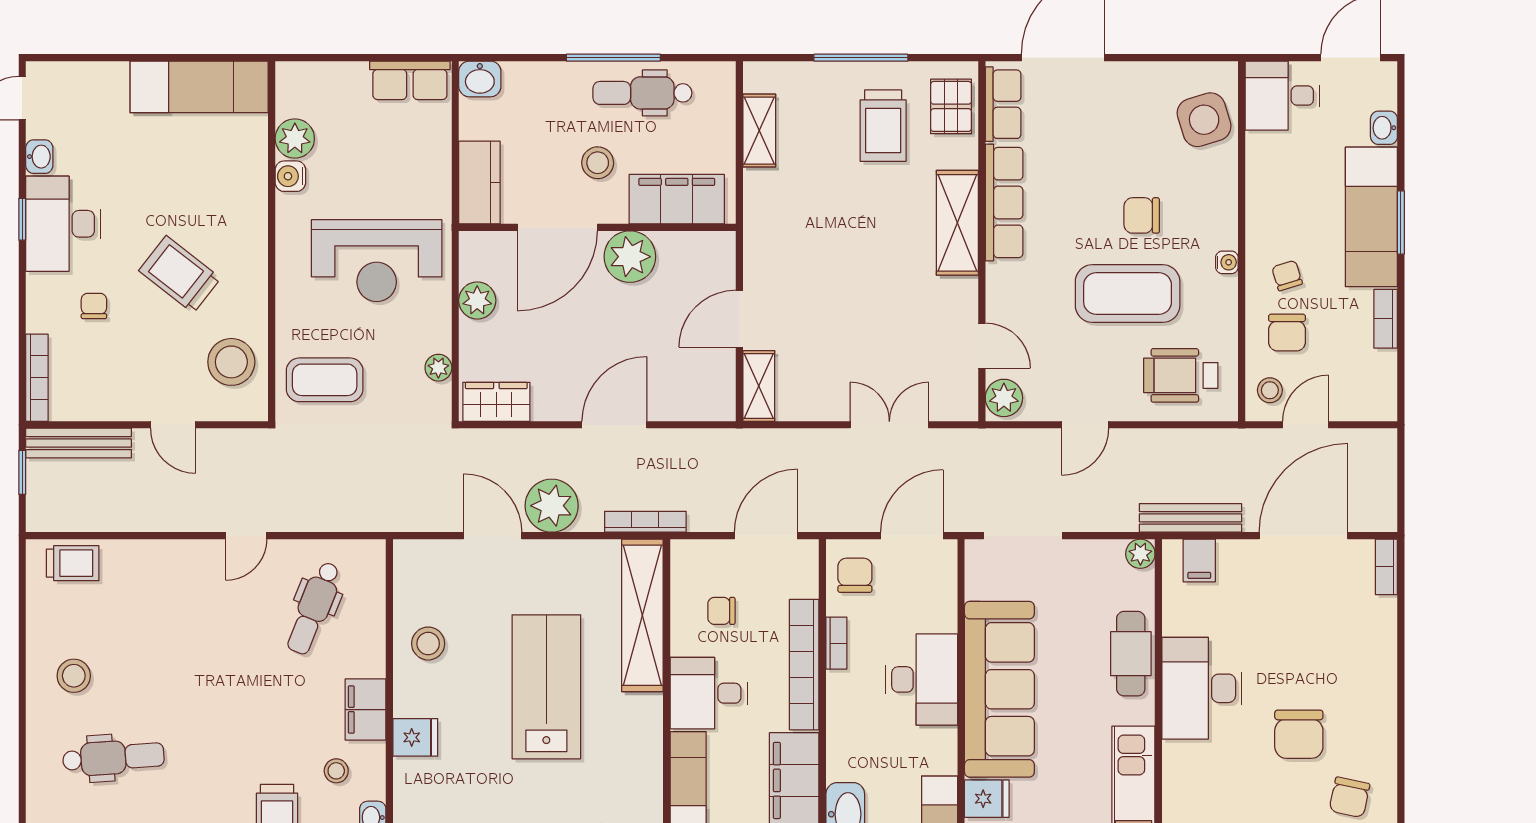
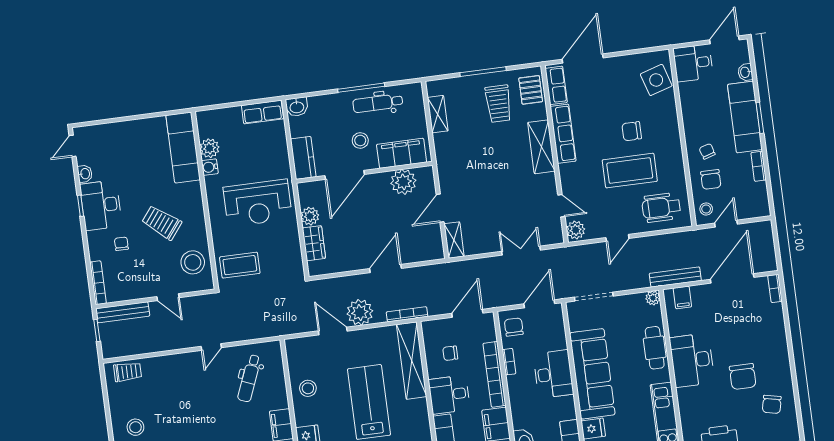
exam couch: (199, 87) -> (183, 147), moved, turned 90
plant: (630, 257) -> (403, 182), moved
water cooler: (1227, 262) -> (677, 149), removed
plant: (438, 368) -> (295, 252), removed
wardrobe: (496, 402) -> (314, 243), moved, turned 90

